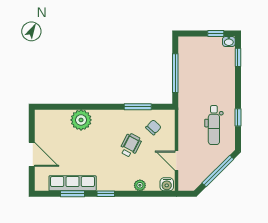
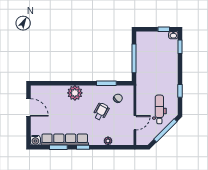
plant: (81, 120) -> (75, 93), moved
dental chair: (214, 125) -> (159, 109), moved, turned 180
door: (32, 154) -> (28, 107), moved
door: (176, 161) -> (135, 123), swing flipped
row of seats: (73, 183) -> (65, 139), width x1.36
water cooler: (167, 184) -> (35, 140), moved

